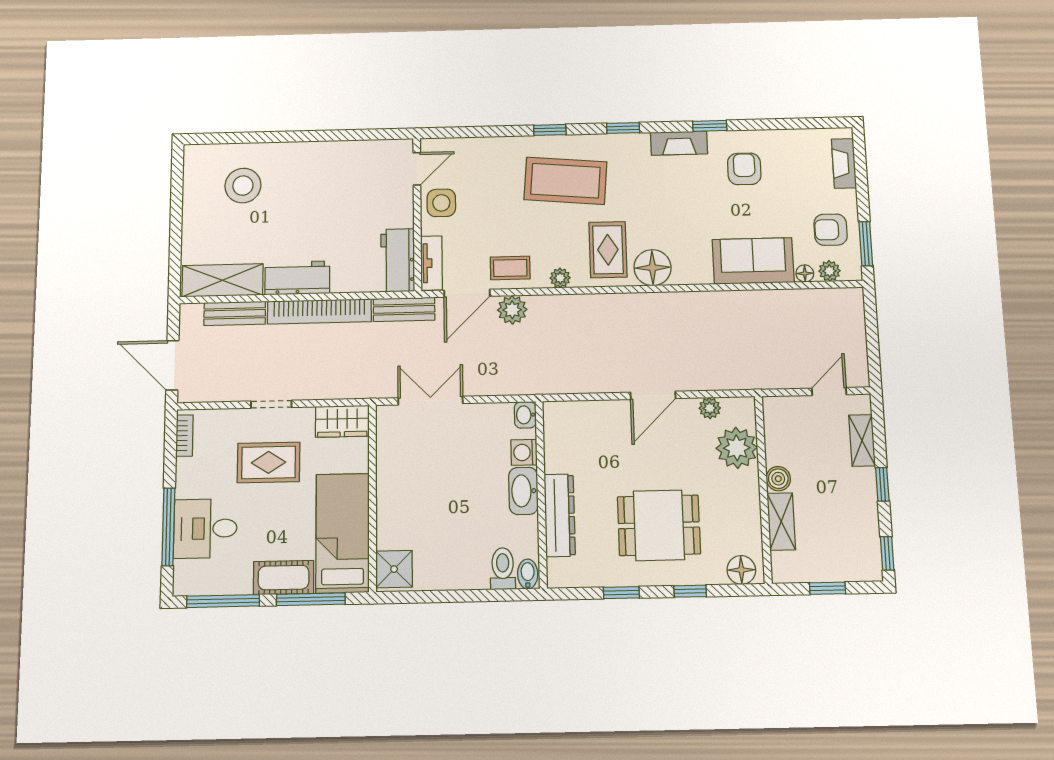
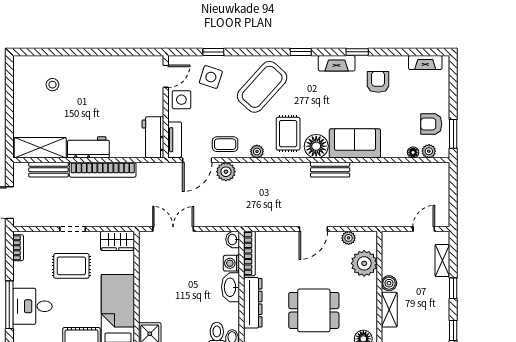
window: (550, 130) -> (213, 52), moved
fireplace: (844, 163) -> (425, 63), moved, turned -90
side table: (486, 168) -> (211, 77), added
coffee table: (565, 181) -> (262, 87), turned -53
stool: (243, 186) -> (52, 85), width x0.53, depth x0.53
sofa: (753, 261) -> (355, 143), moved
bench: (404, 309) -> (330, 170), moved
bookcase: (552, 436) -> (249, 254), added

